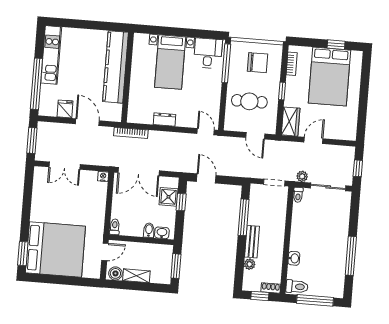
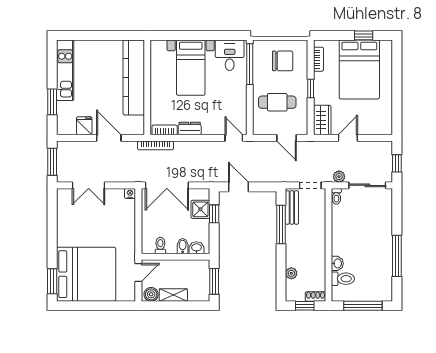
window: (36, 84) -> (52, 102), width x0.47
bookcase: (141, 119) -> (165, 130), added
toilet: (115, 227) -> (160, 245), moved
bench: (252, 242) -> (292, 207), moved
toilet: (297, 287) -> (343, 279), moved

